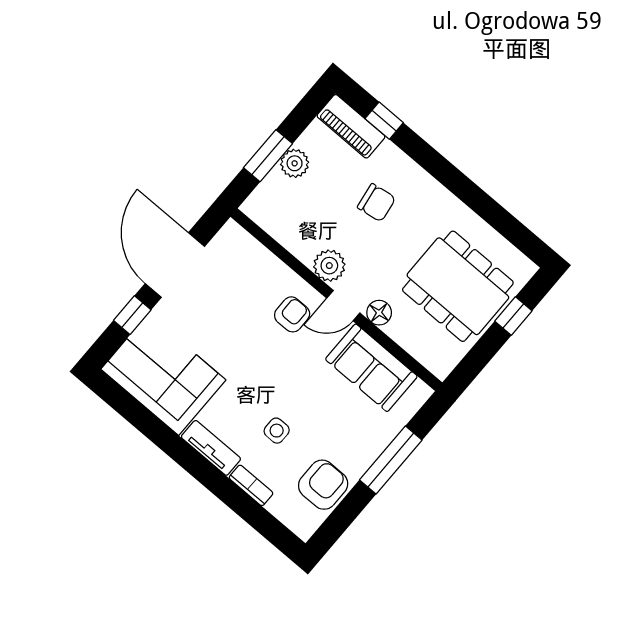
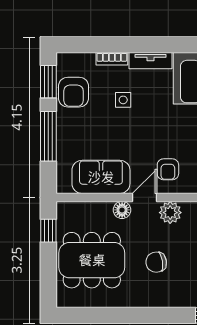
chair: (376, 203) -> (156, 262), moved
window: (513, 316) -> (48, 231), moved
window: (340, 519) -> (48, 82), added

